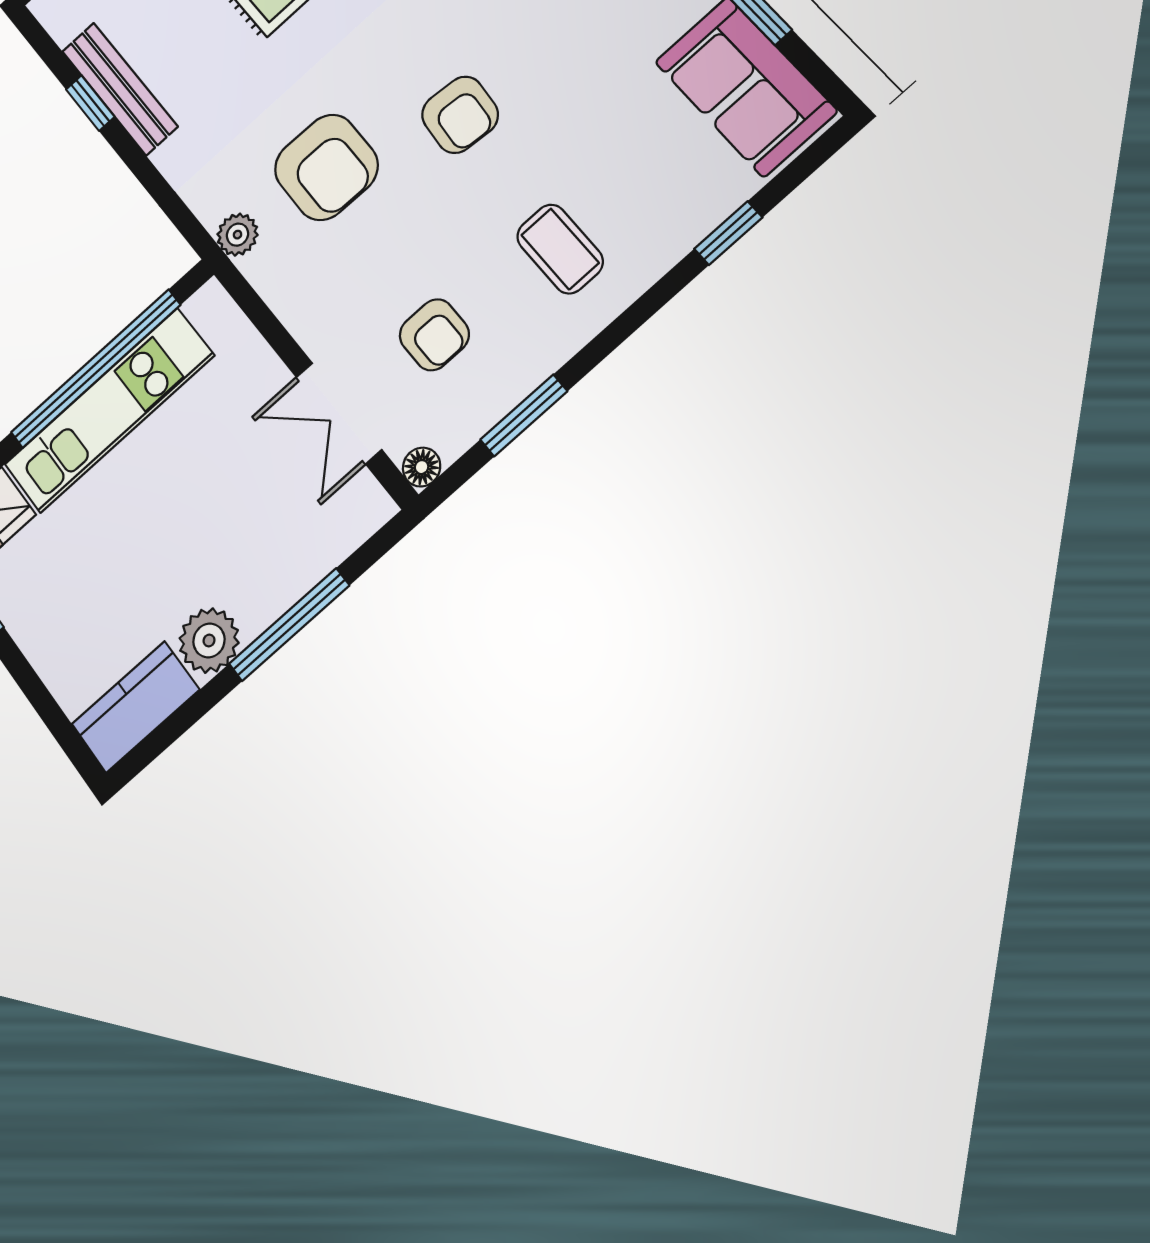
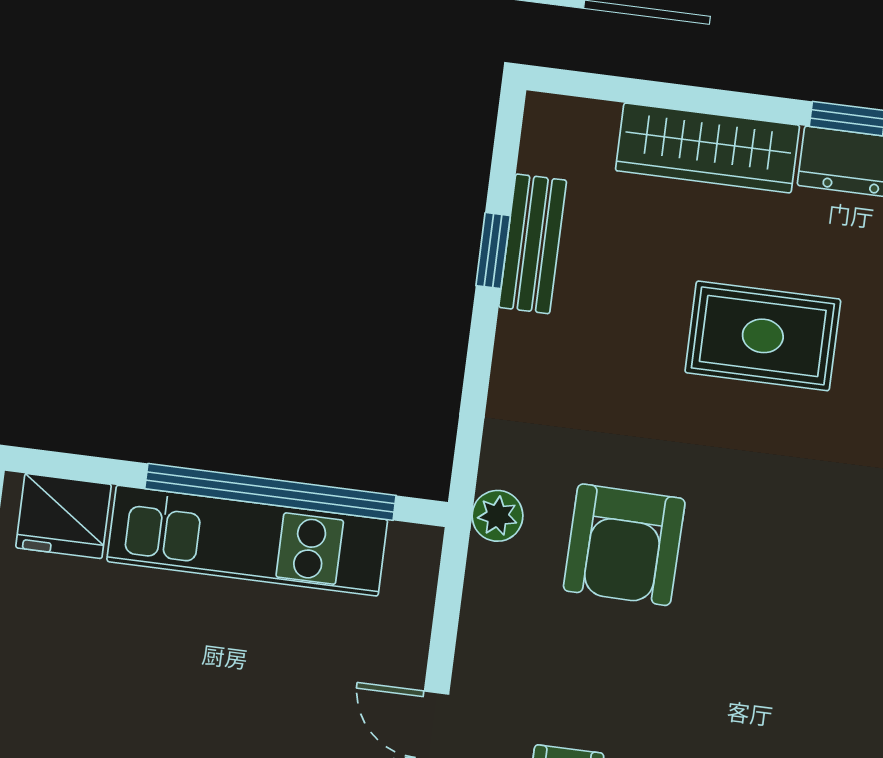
bench: (120, 89) -> (533, 244), width x0.73
armchair: (460, 115) -> (770, 628), removed

